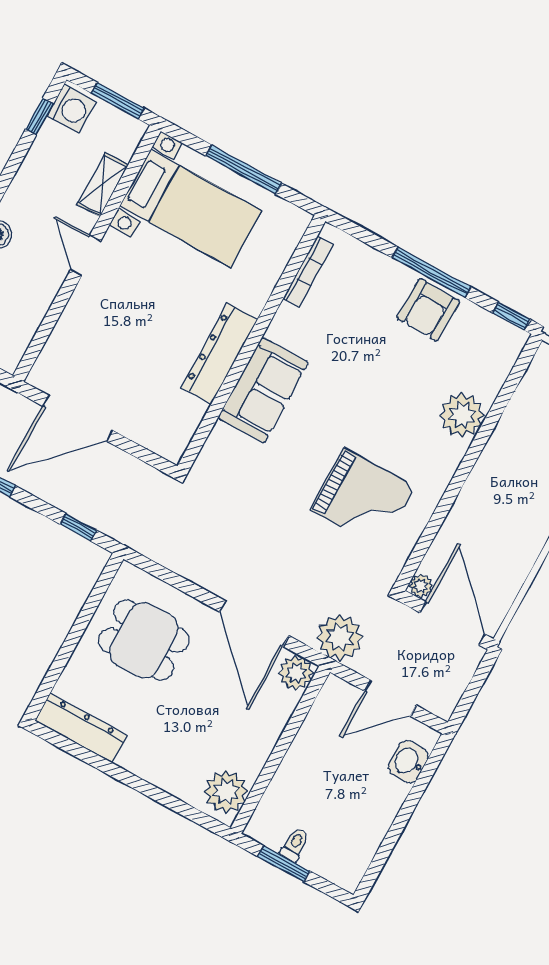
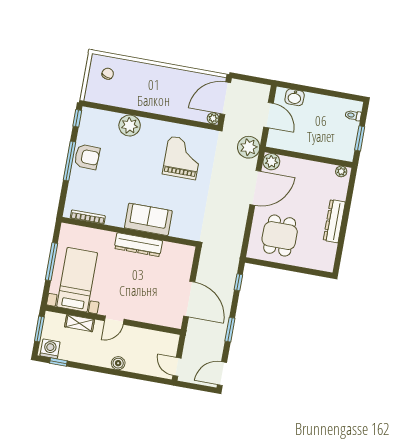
dresser: (81, 728) -> (334, 221), moved
plant: (226, 791) -> (341, 171), width x0.53, depth x0.53
toilet: (295, 845) -> (353, 115), moved

